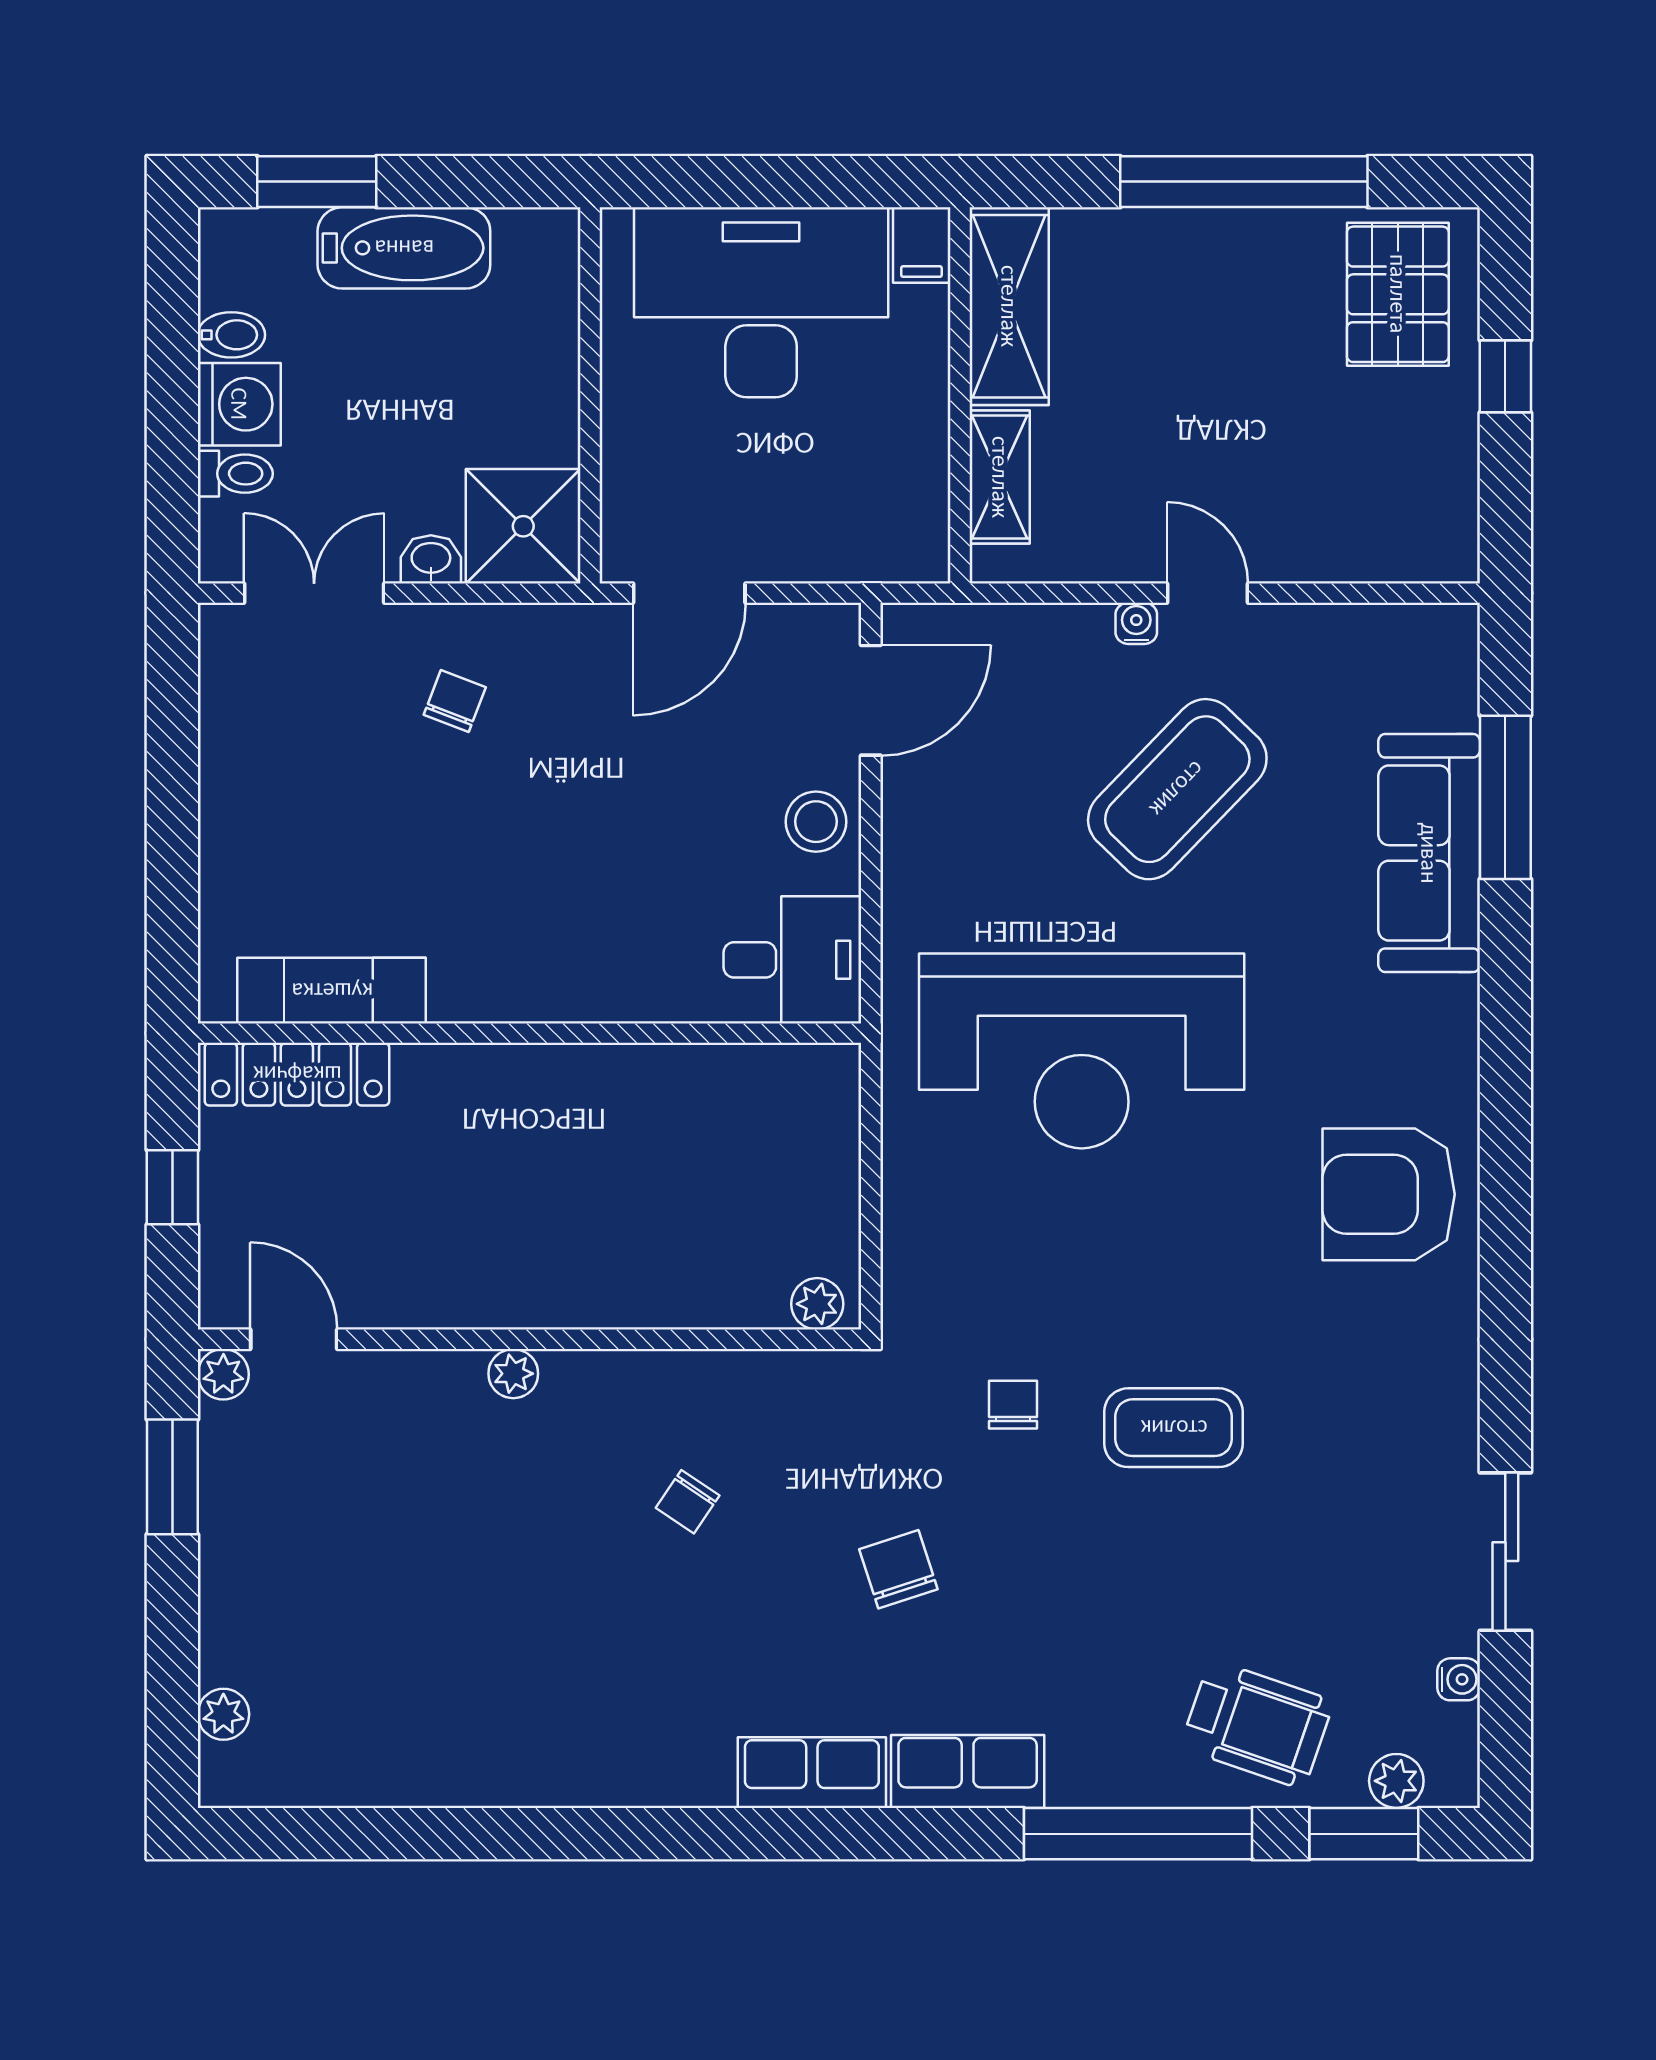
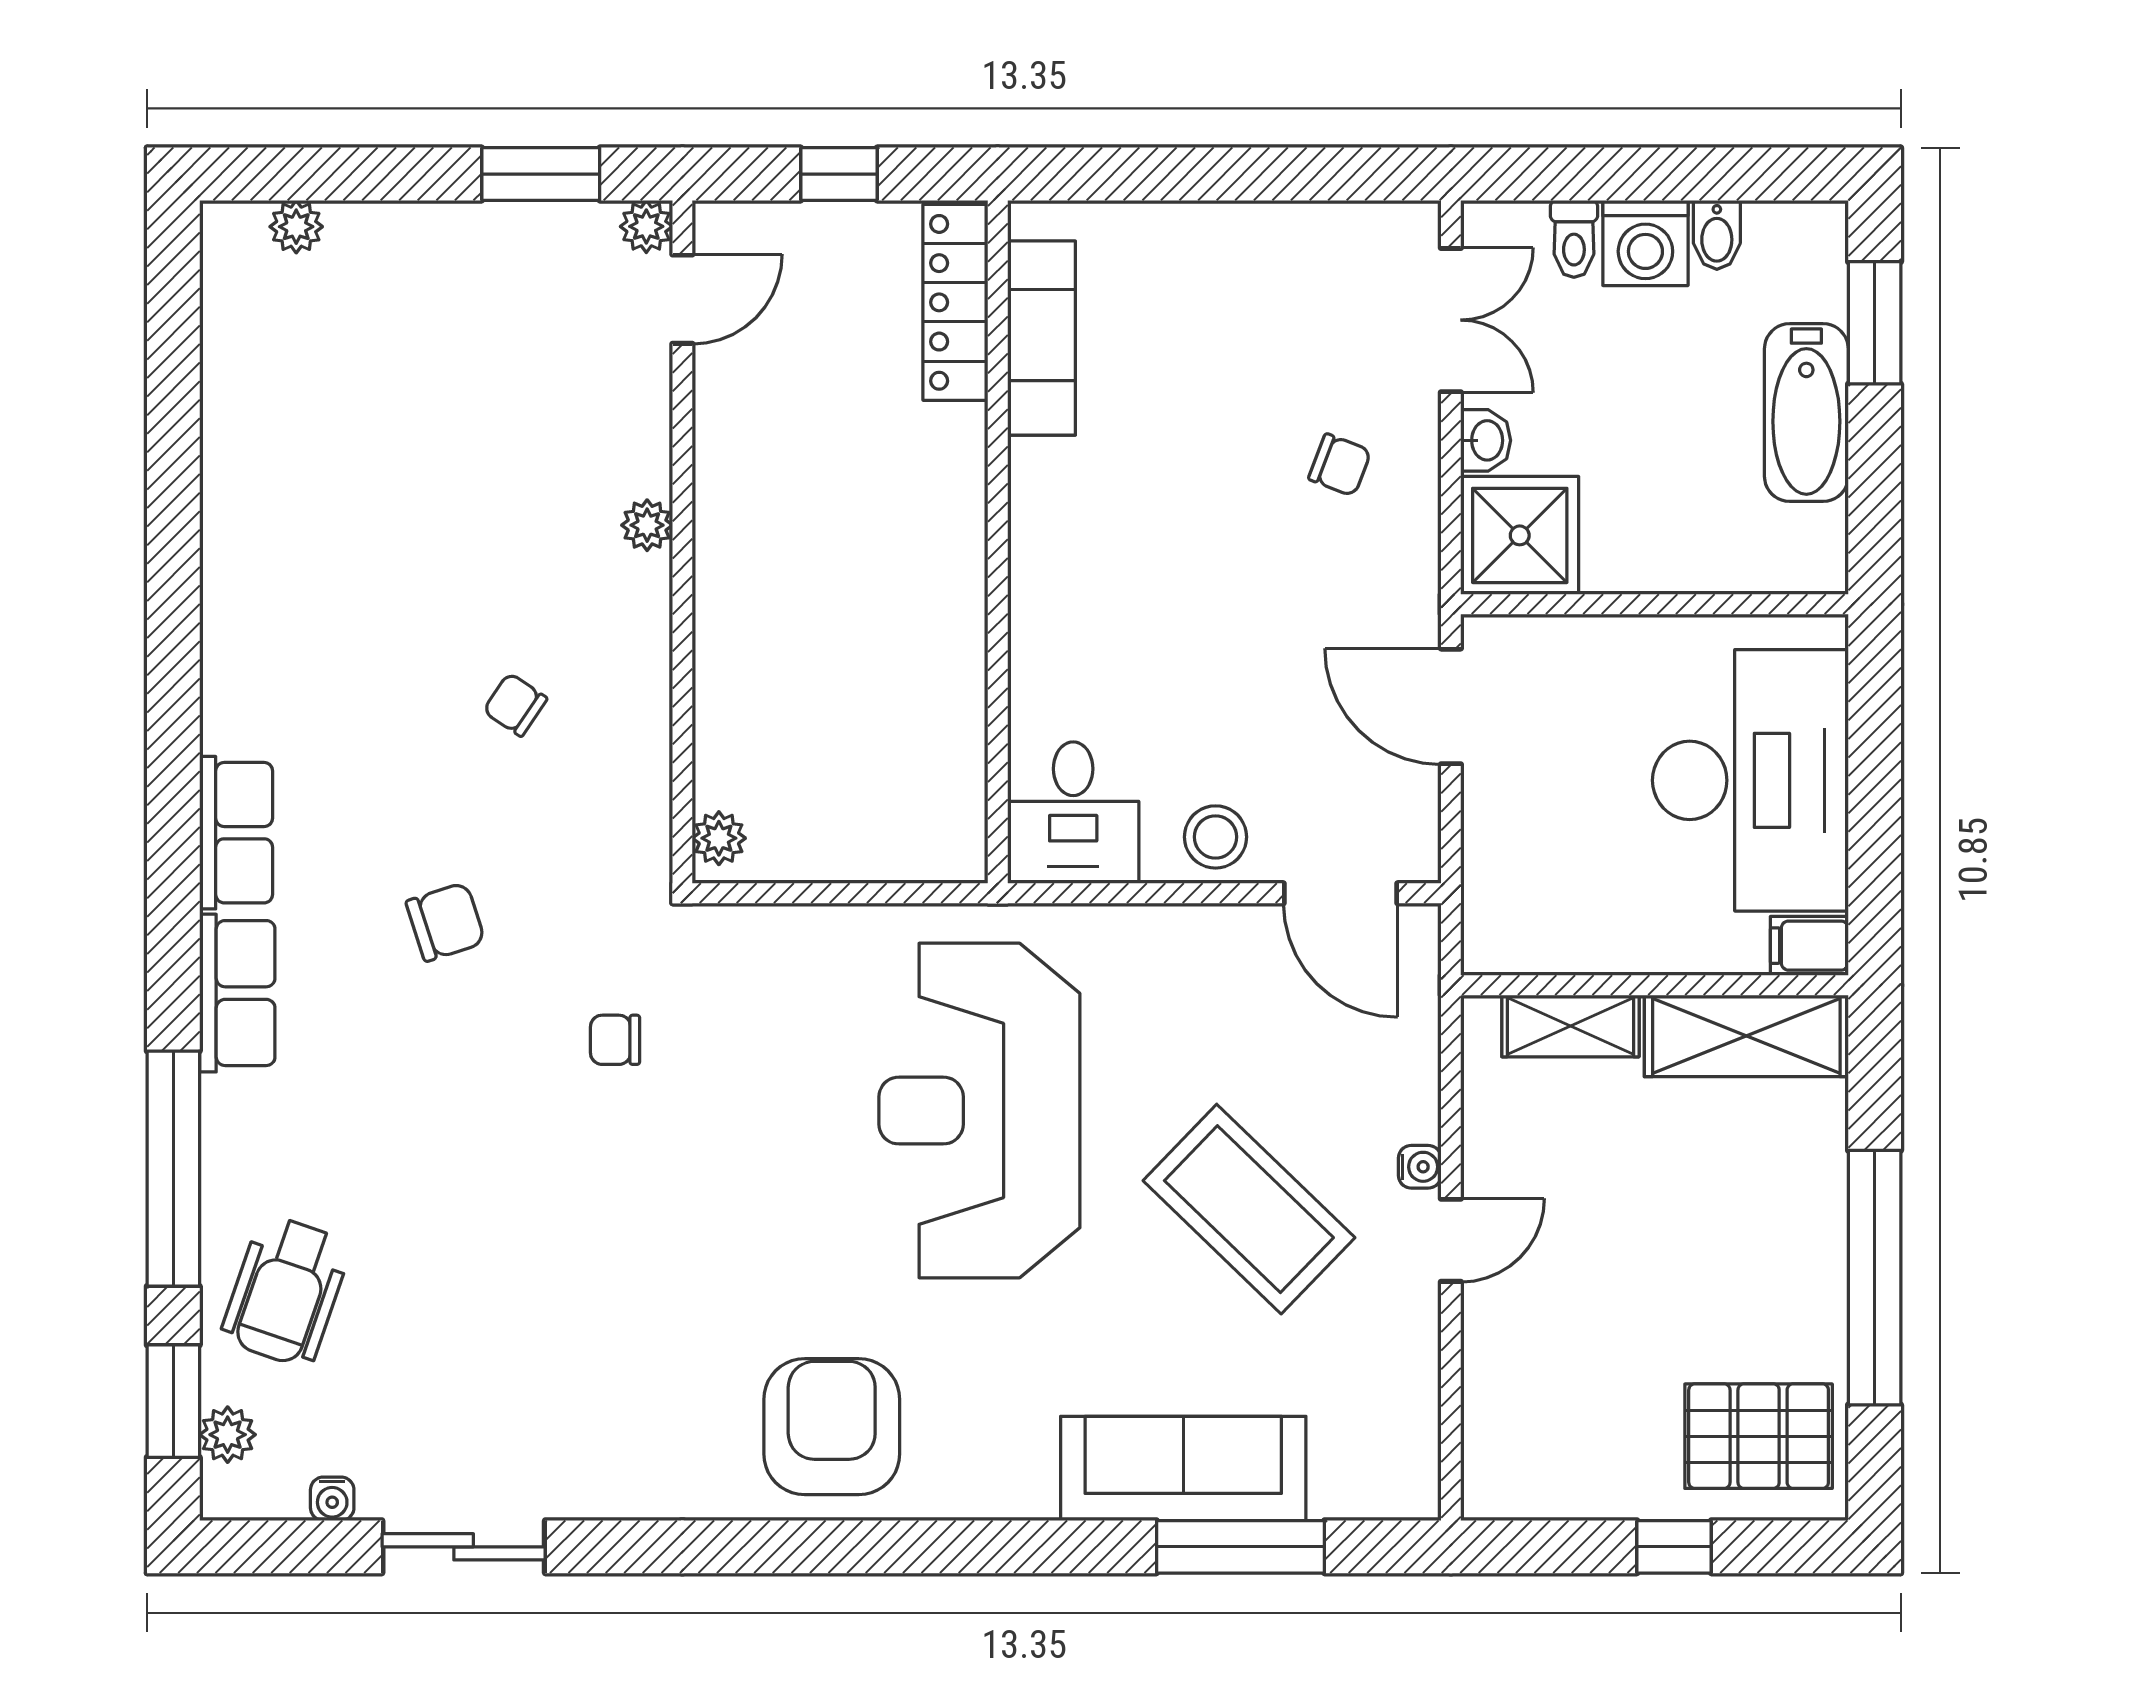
chair: (1013, 1405) -> (615, 1040), turned 180
coffee table: (1174, 1428) -> (591, 1205), removed

